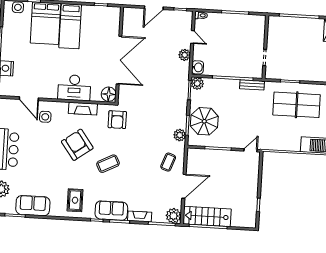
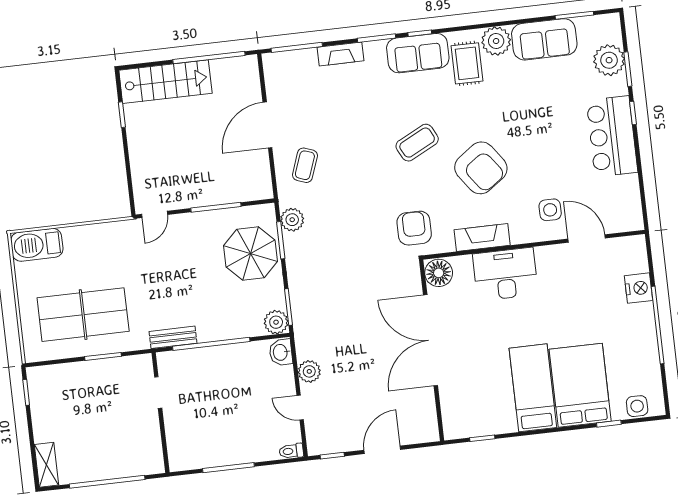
sofa: (111, 211) -> (418, 53), moved
plant: (174, 216) -> (496, 41), moved
stairs: (207, 216) -> (165, 82), moved

